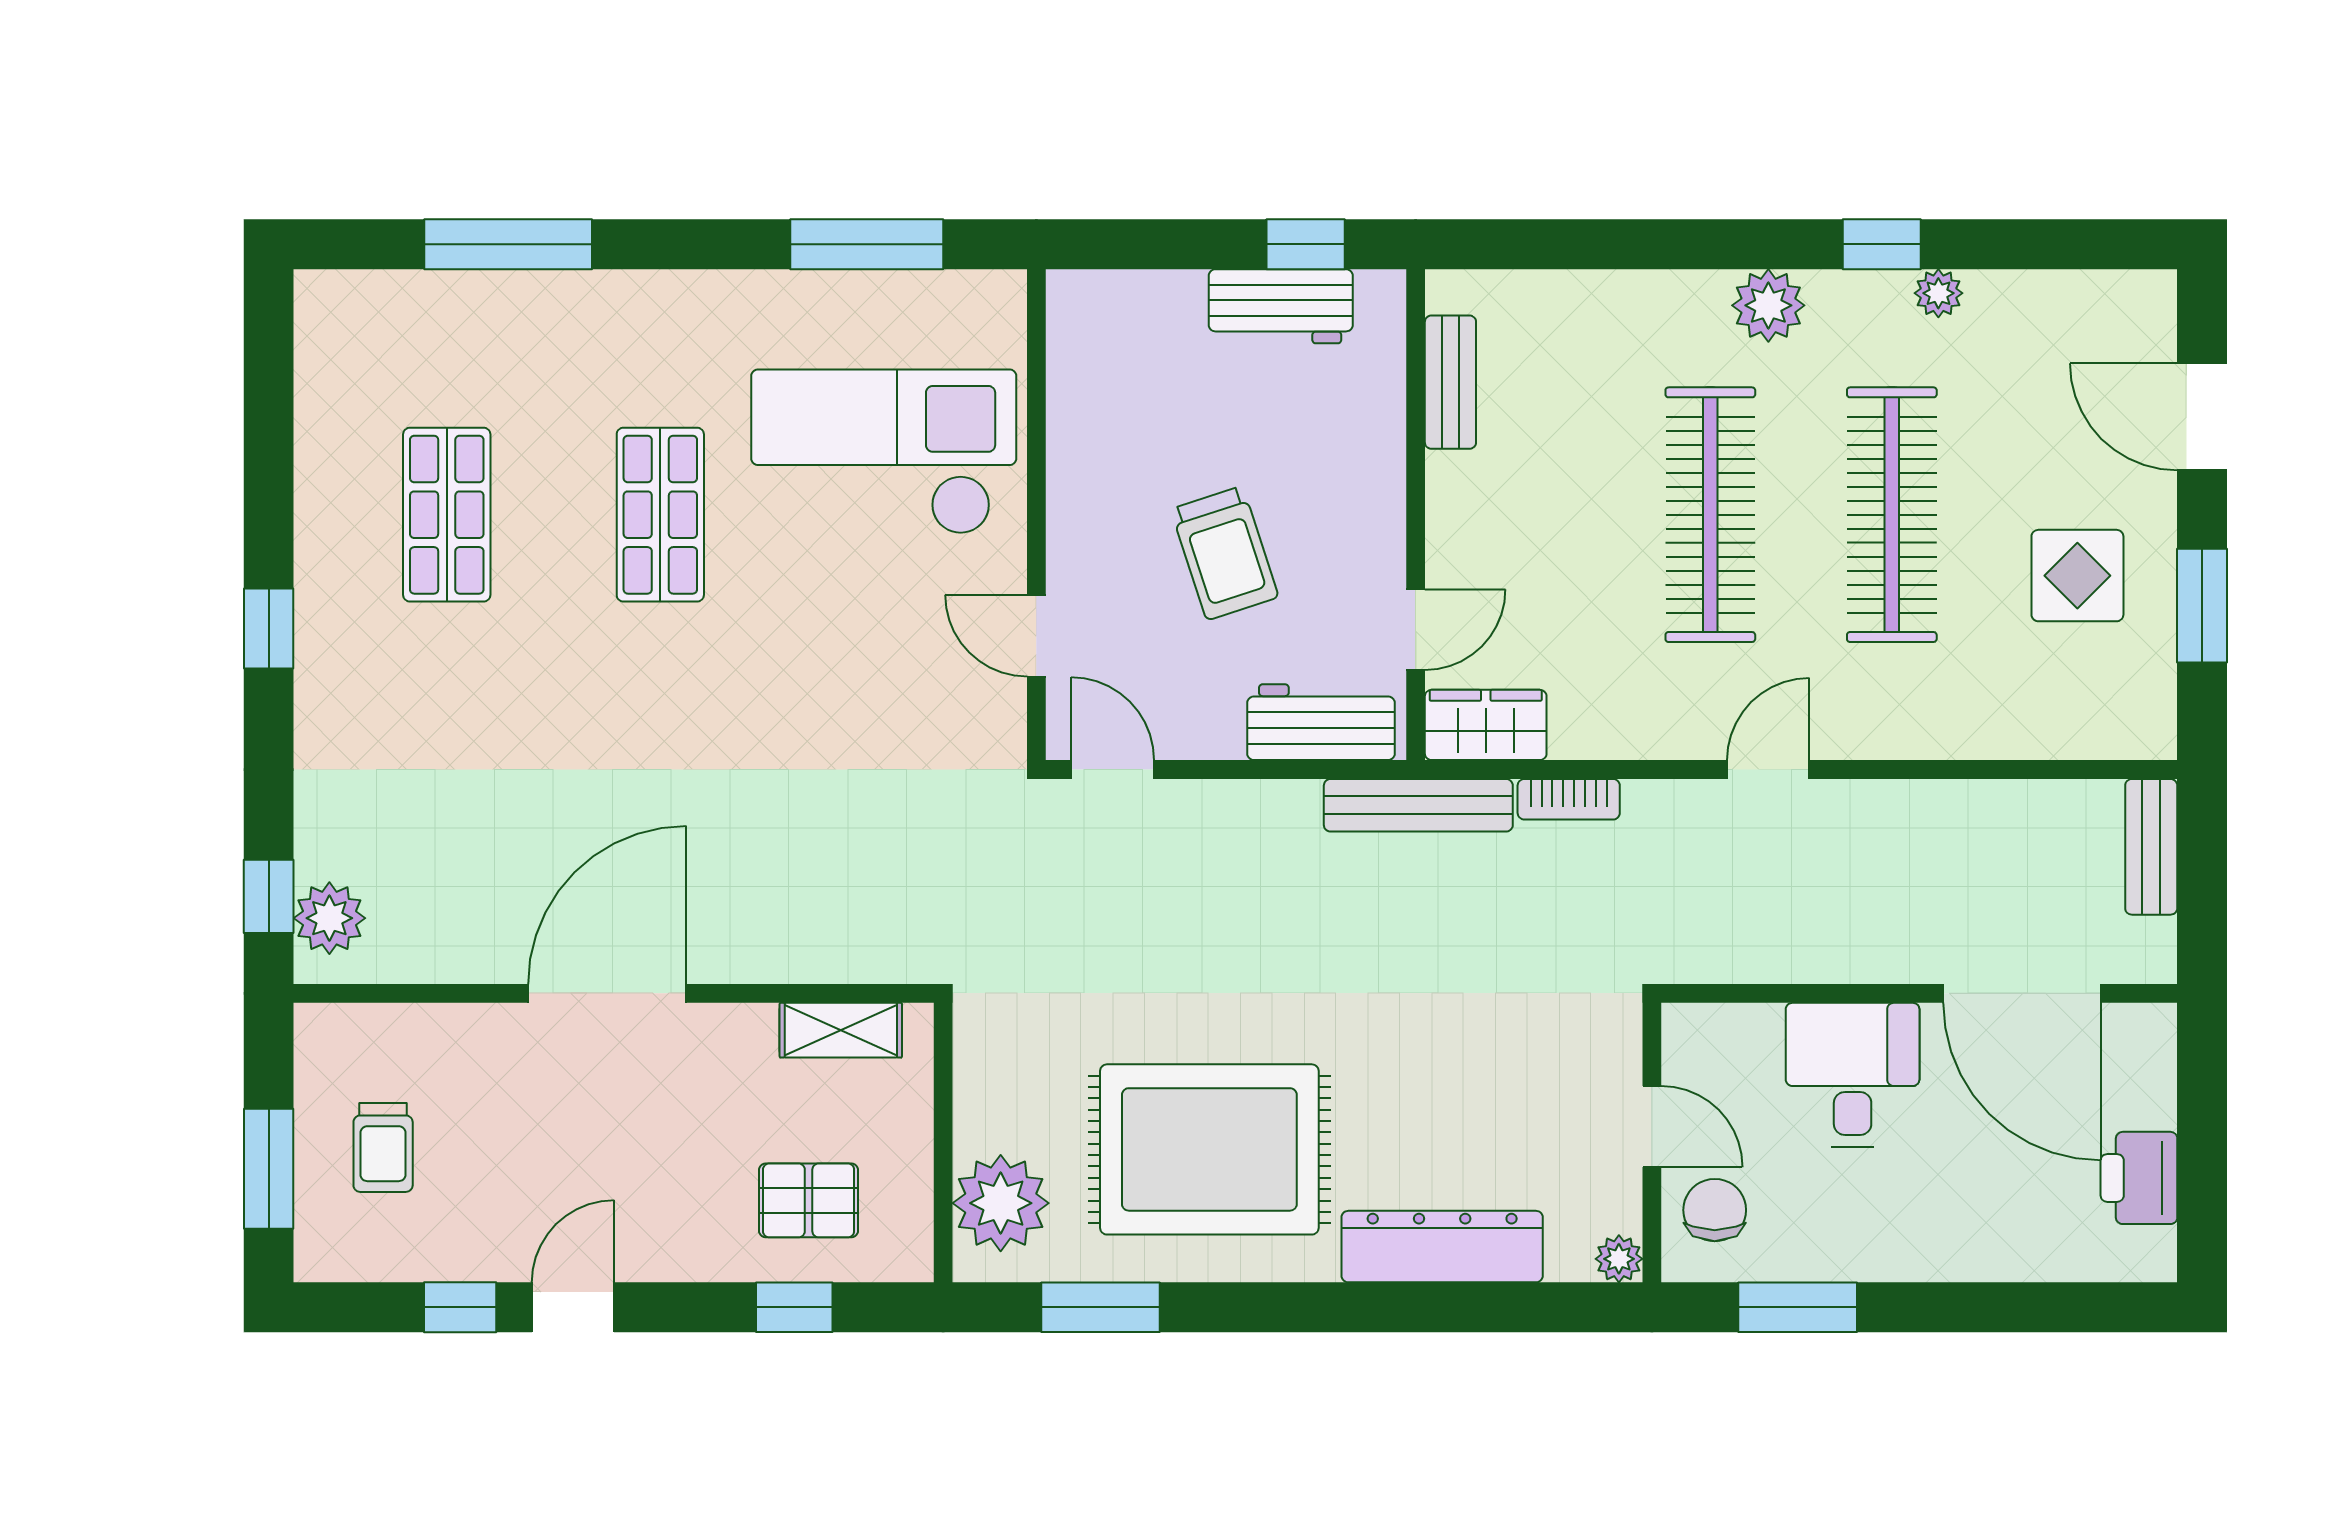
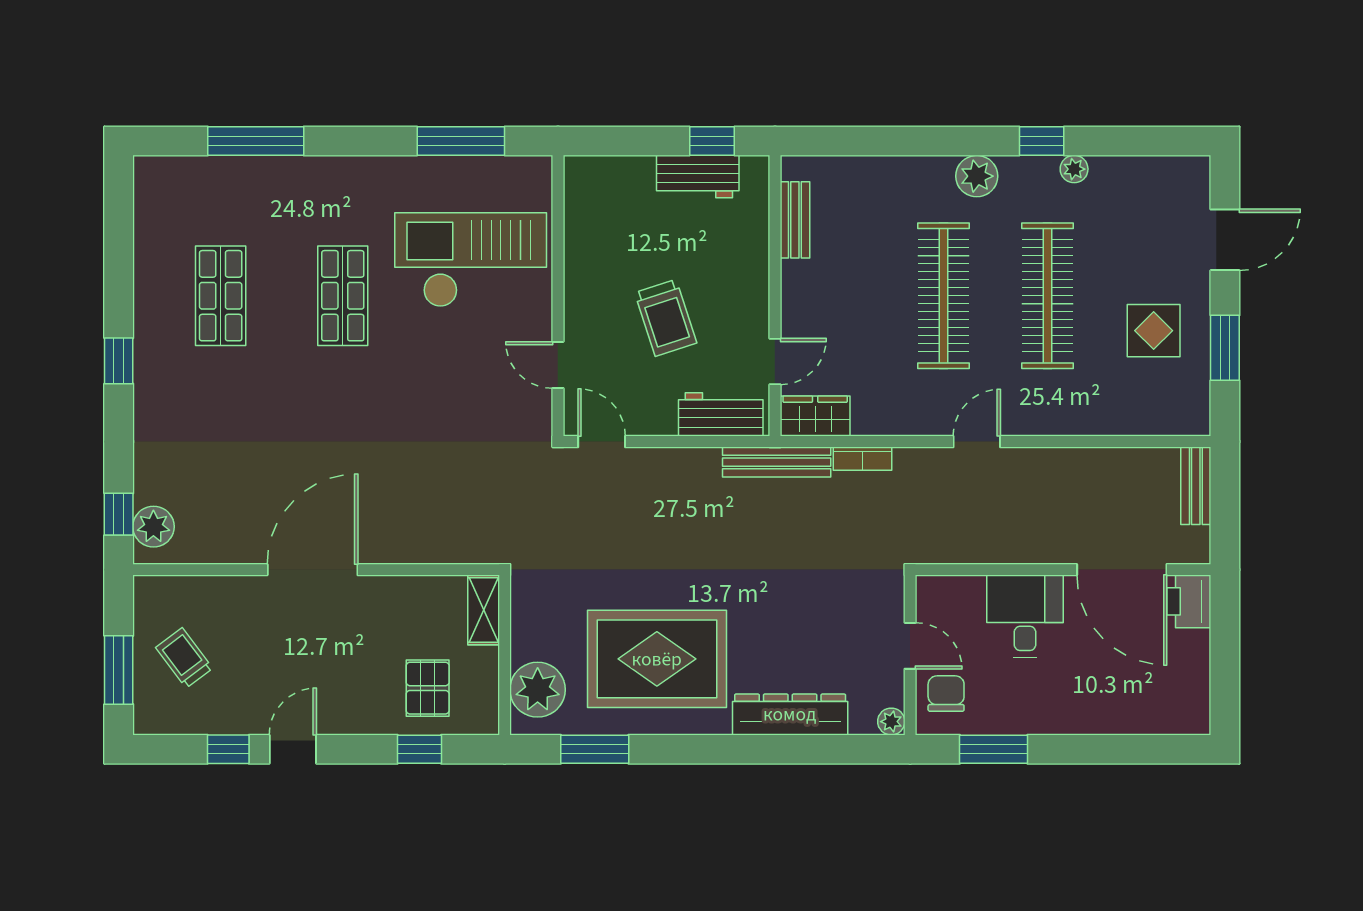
door: (2202, 417) -> (1225, 240), swing flipped
shelving: (841, 1030) -> (484, 610), moved, turned 90
trolley: (383, 1147) -> (184, 658), turned 143
printer: (2139, 1178) -> (1189, 601), moved
pallet: (809, 1200) -> (428, 688), turned 90

